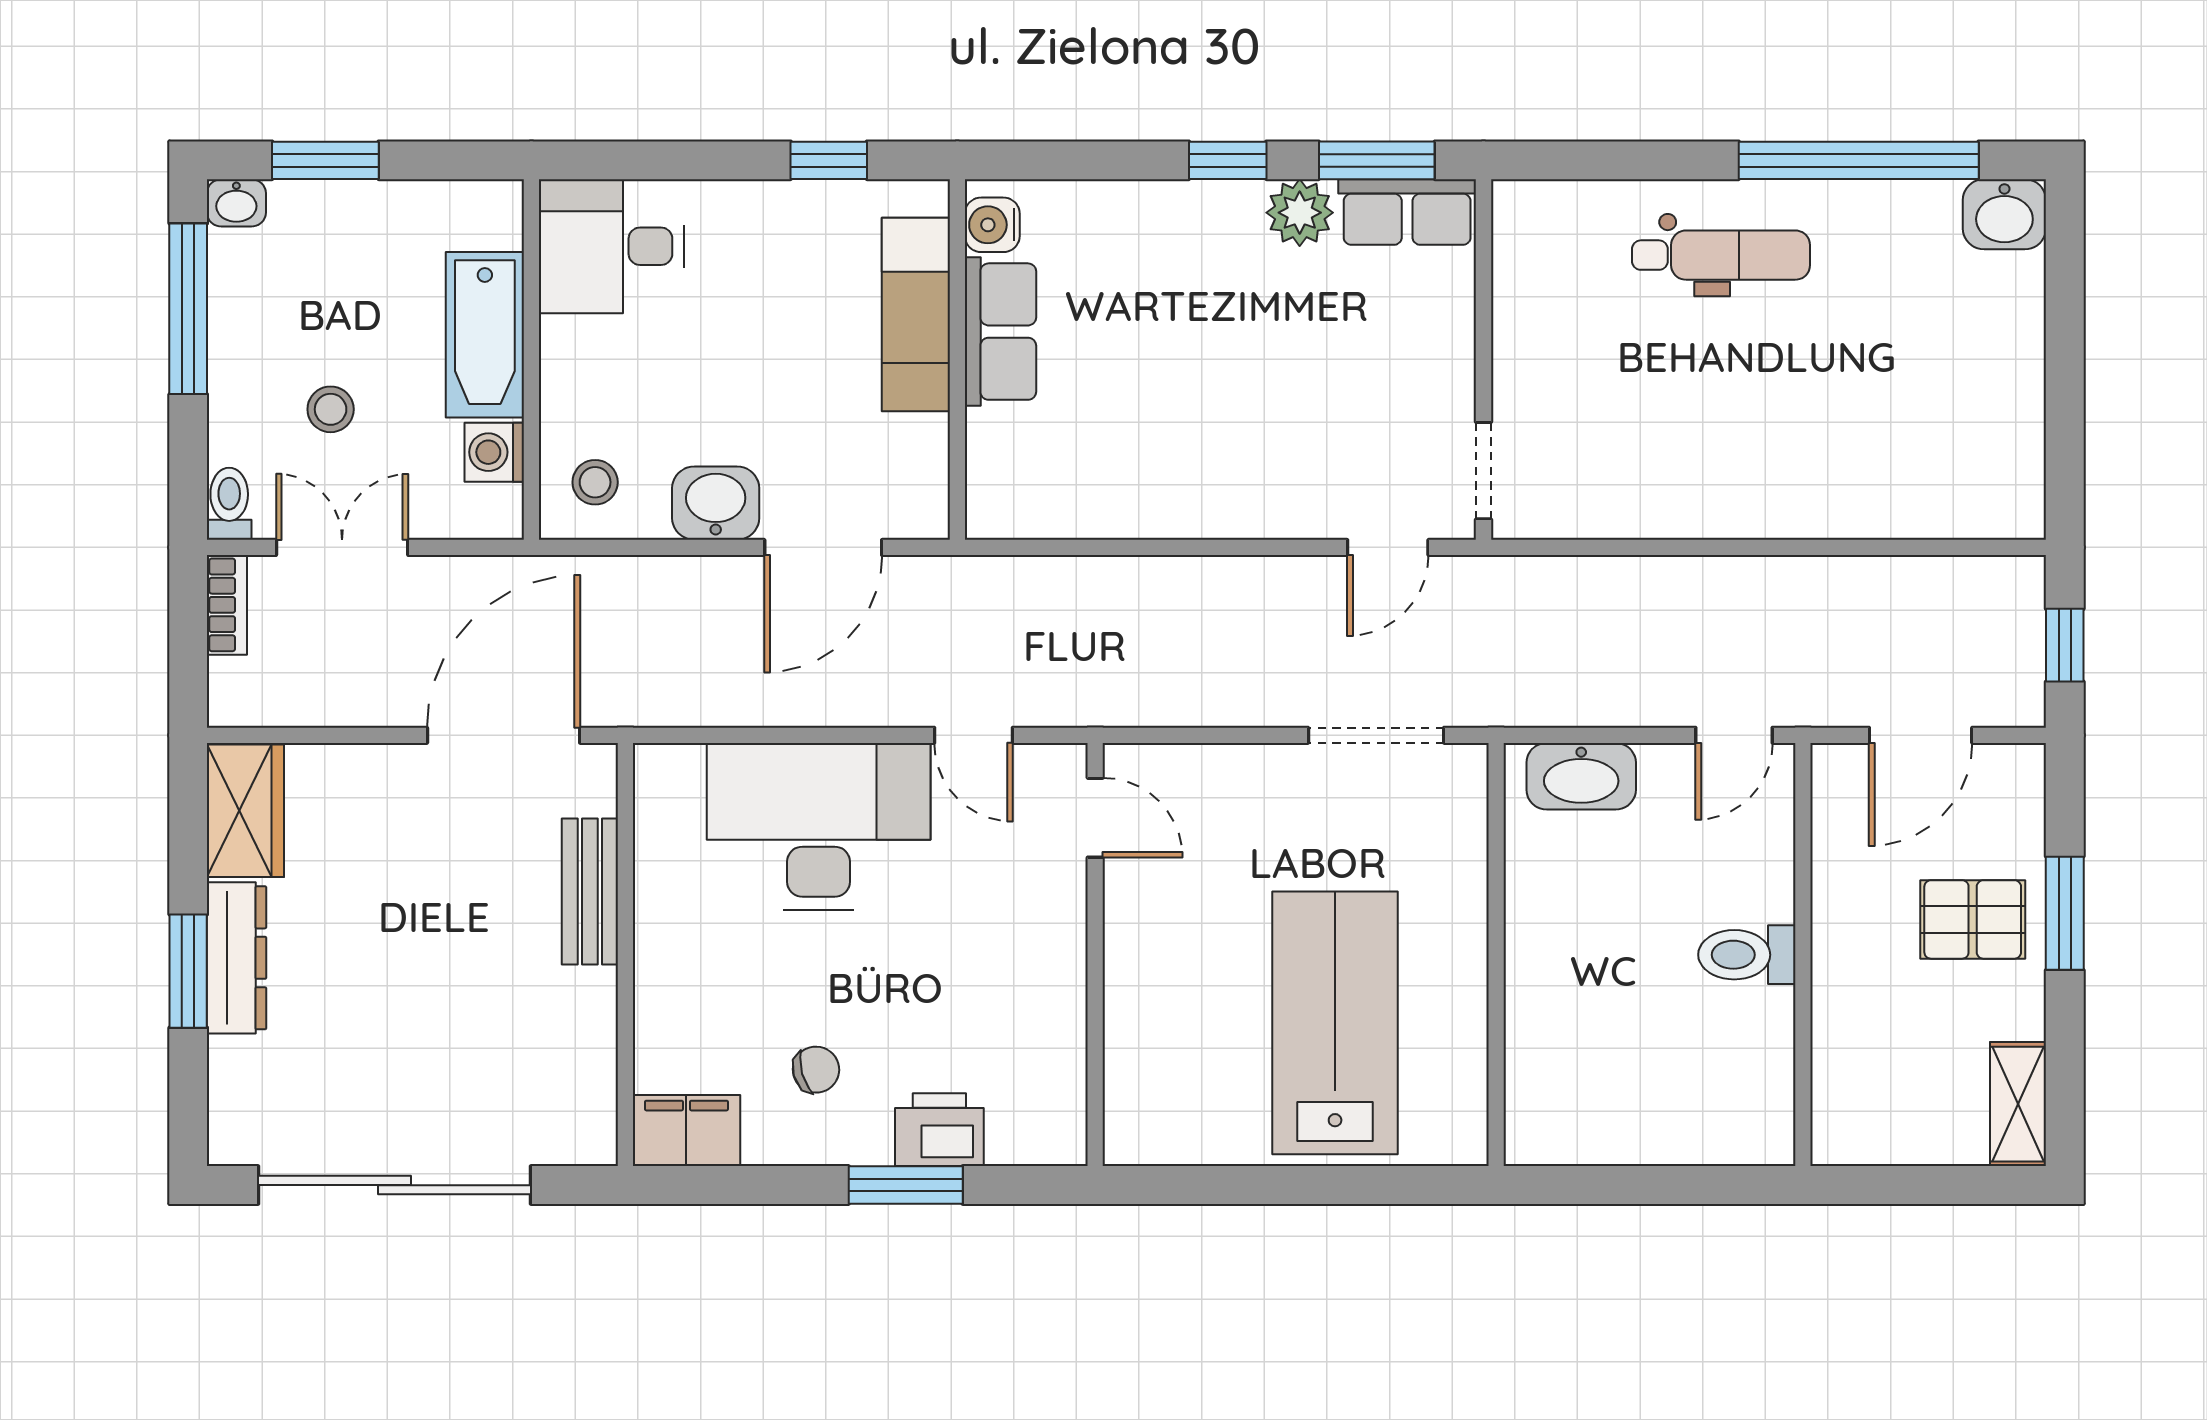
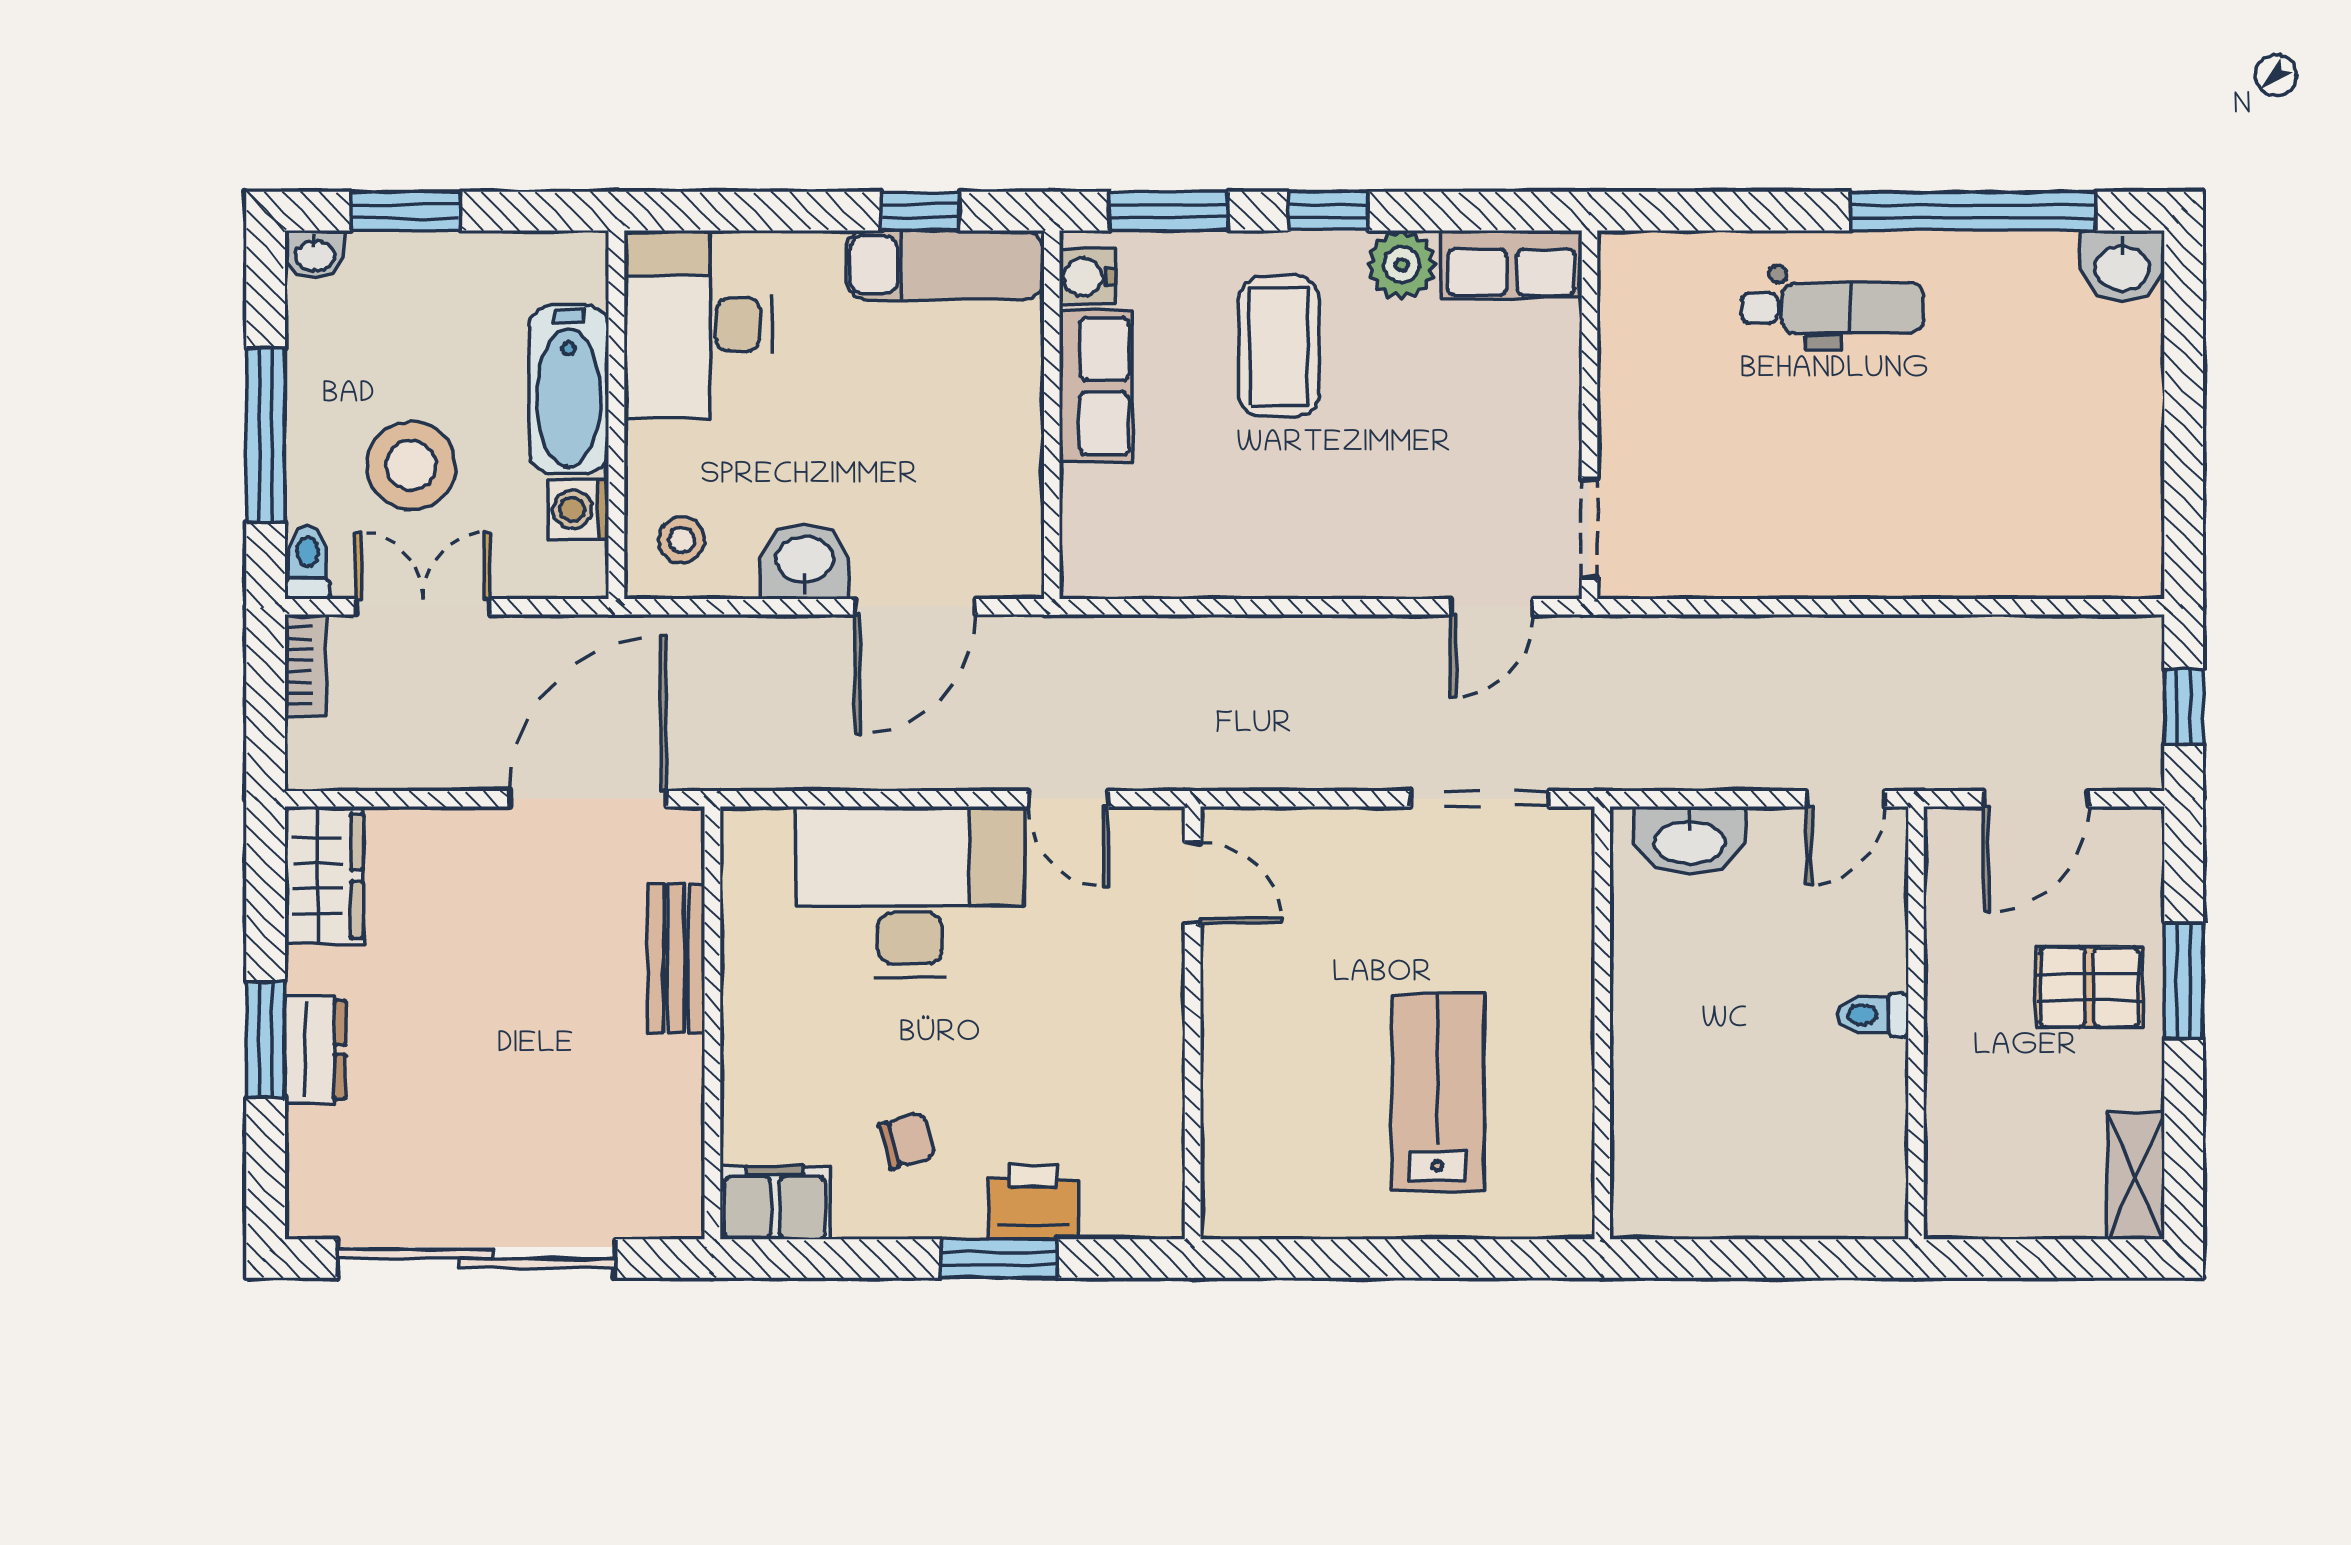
window: (1377, 160) -> (1168, 211), moved
desk: (611, 246) -> (698, 325), width x1.37
coffee table: (1179, 293) -> (1279, 346), added
window: (188, 309) -> (266, 435), moved
exam couch: (916, 315) -> (945, 265), moved, turned -90
stool: (331, 409) -> (411, 466), width x1.89, depth x1.89
toilet: (1747, 955) -> (1873, 1015), width x0.73, depth x0.72
dresser: (237, 958) -> (315, 1050), width x0.70
lab bench: (1335, 1023) -> (1438, 1093), width x0.73, depth x0.72

